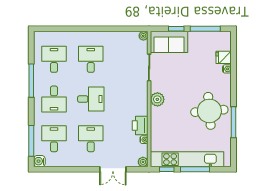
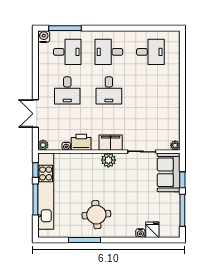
desk: (91, 59) -> (150, 90), removed
window: (31, 81) -> (128, 28), removed
filing cabinet: (141, 97) -> (111, 143), added
round table: (209, 111) -> (96, 215), width x0.73, depth x0.73
desk: (91, 139) -> (67, 90), turned 90

